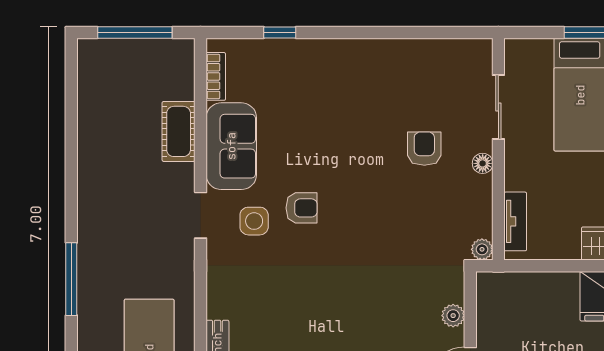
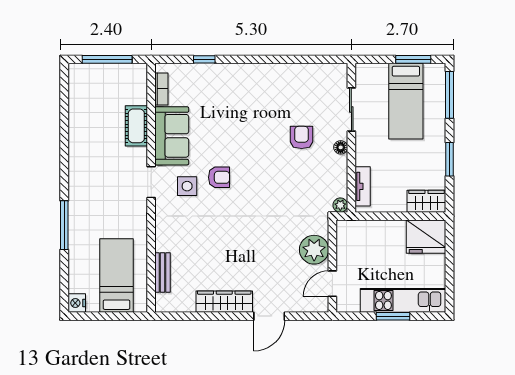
plant: (453, 316) -> (314, 250), width x1.88, depth x1.88

